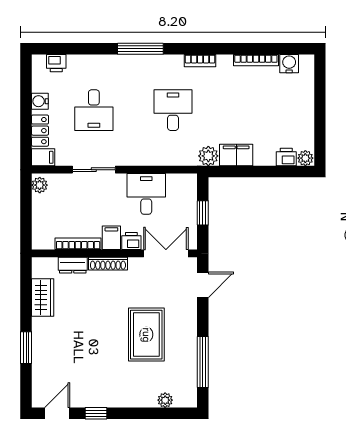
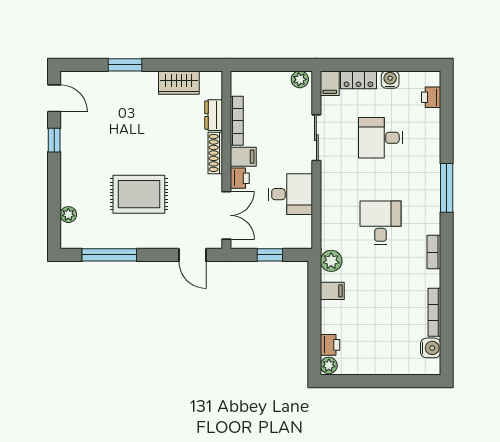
desk: (173, 110) -> (381, 223), turned -90
filing cabinet: (236, 155) -> (332, 291), width x0.50

